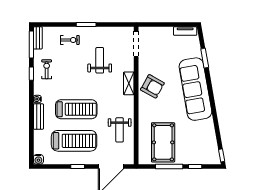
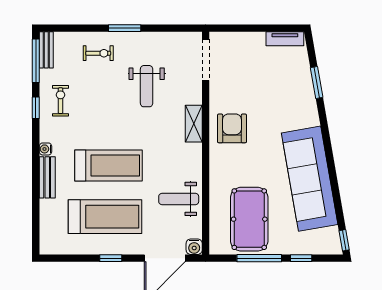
weight bench: (100, 60) -> (147, 86), turned 180
armchair: (152, 86) -> (232, 128), turned -119
sofa: (195, 89) -> (310, 179), moved
weight bench: (120, 130) -> (179, 199), turned 90
water cooler: (38, 159) -> (194, 247), moved

